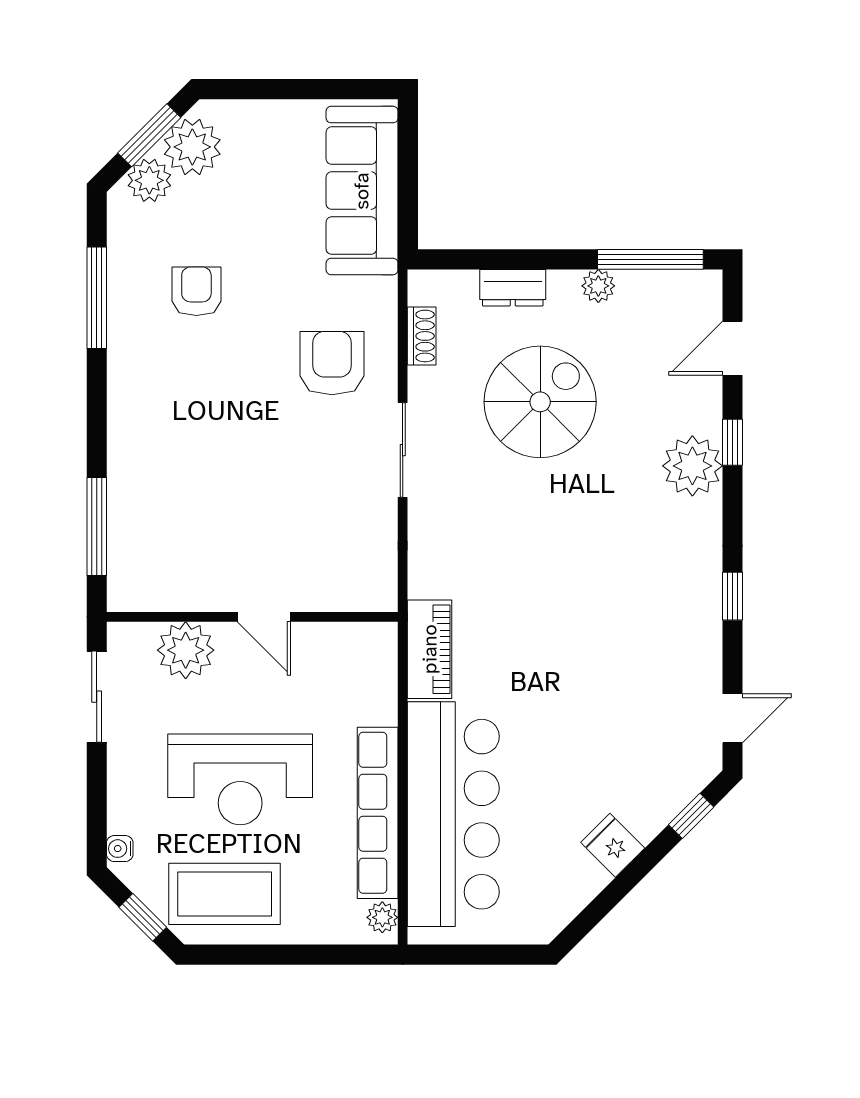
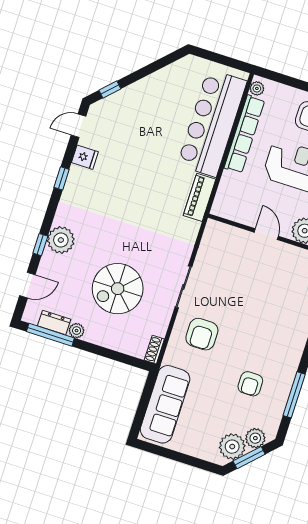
dresser: (513, 288) -> (54, 323), moved
shoe rack: (422, 336) -> (154, 350), moved
fridge: (613, 845) -> (85, 157), moved, turned -45

